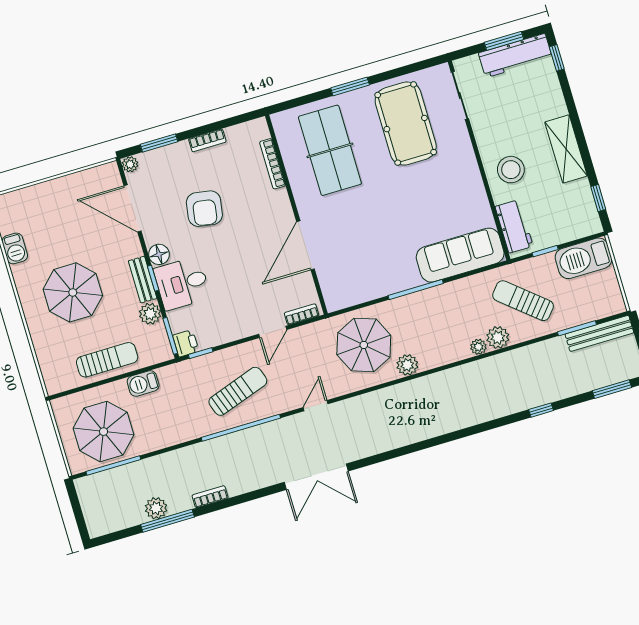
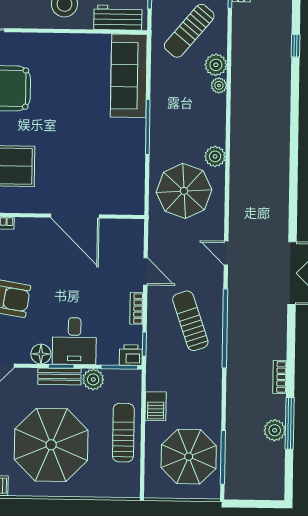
parasol: (73, 292) -> (51, 445), width x1.36, depth x1.36
bookcase: (302, 314) -> (137, 308), moved

